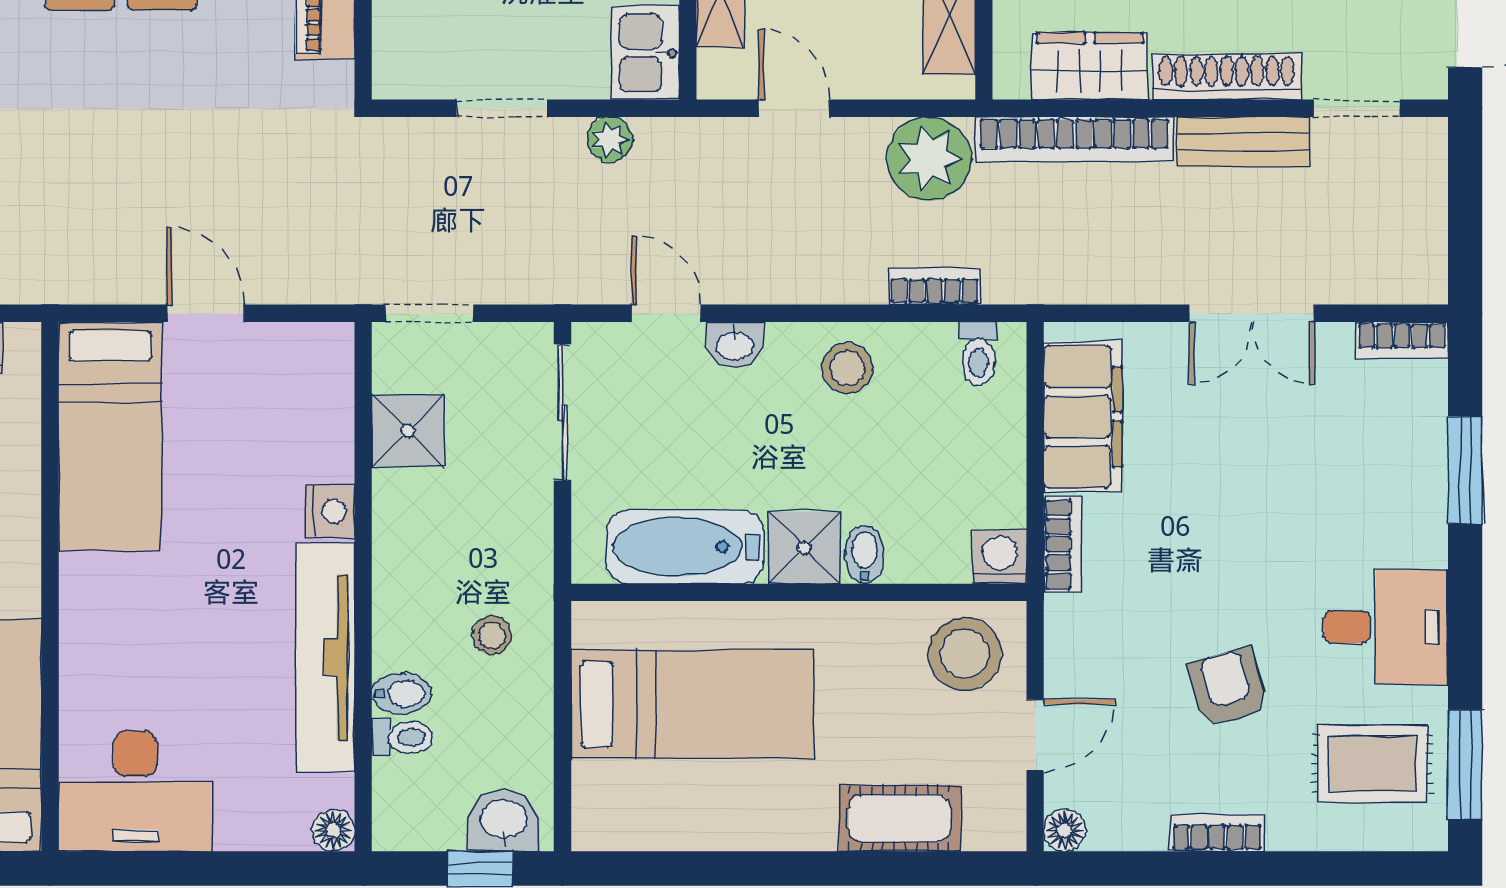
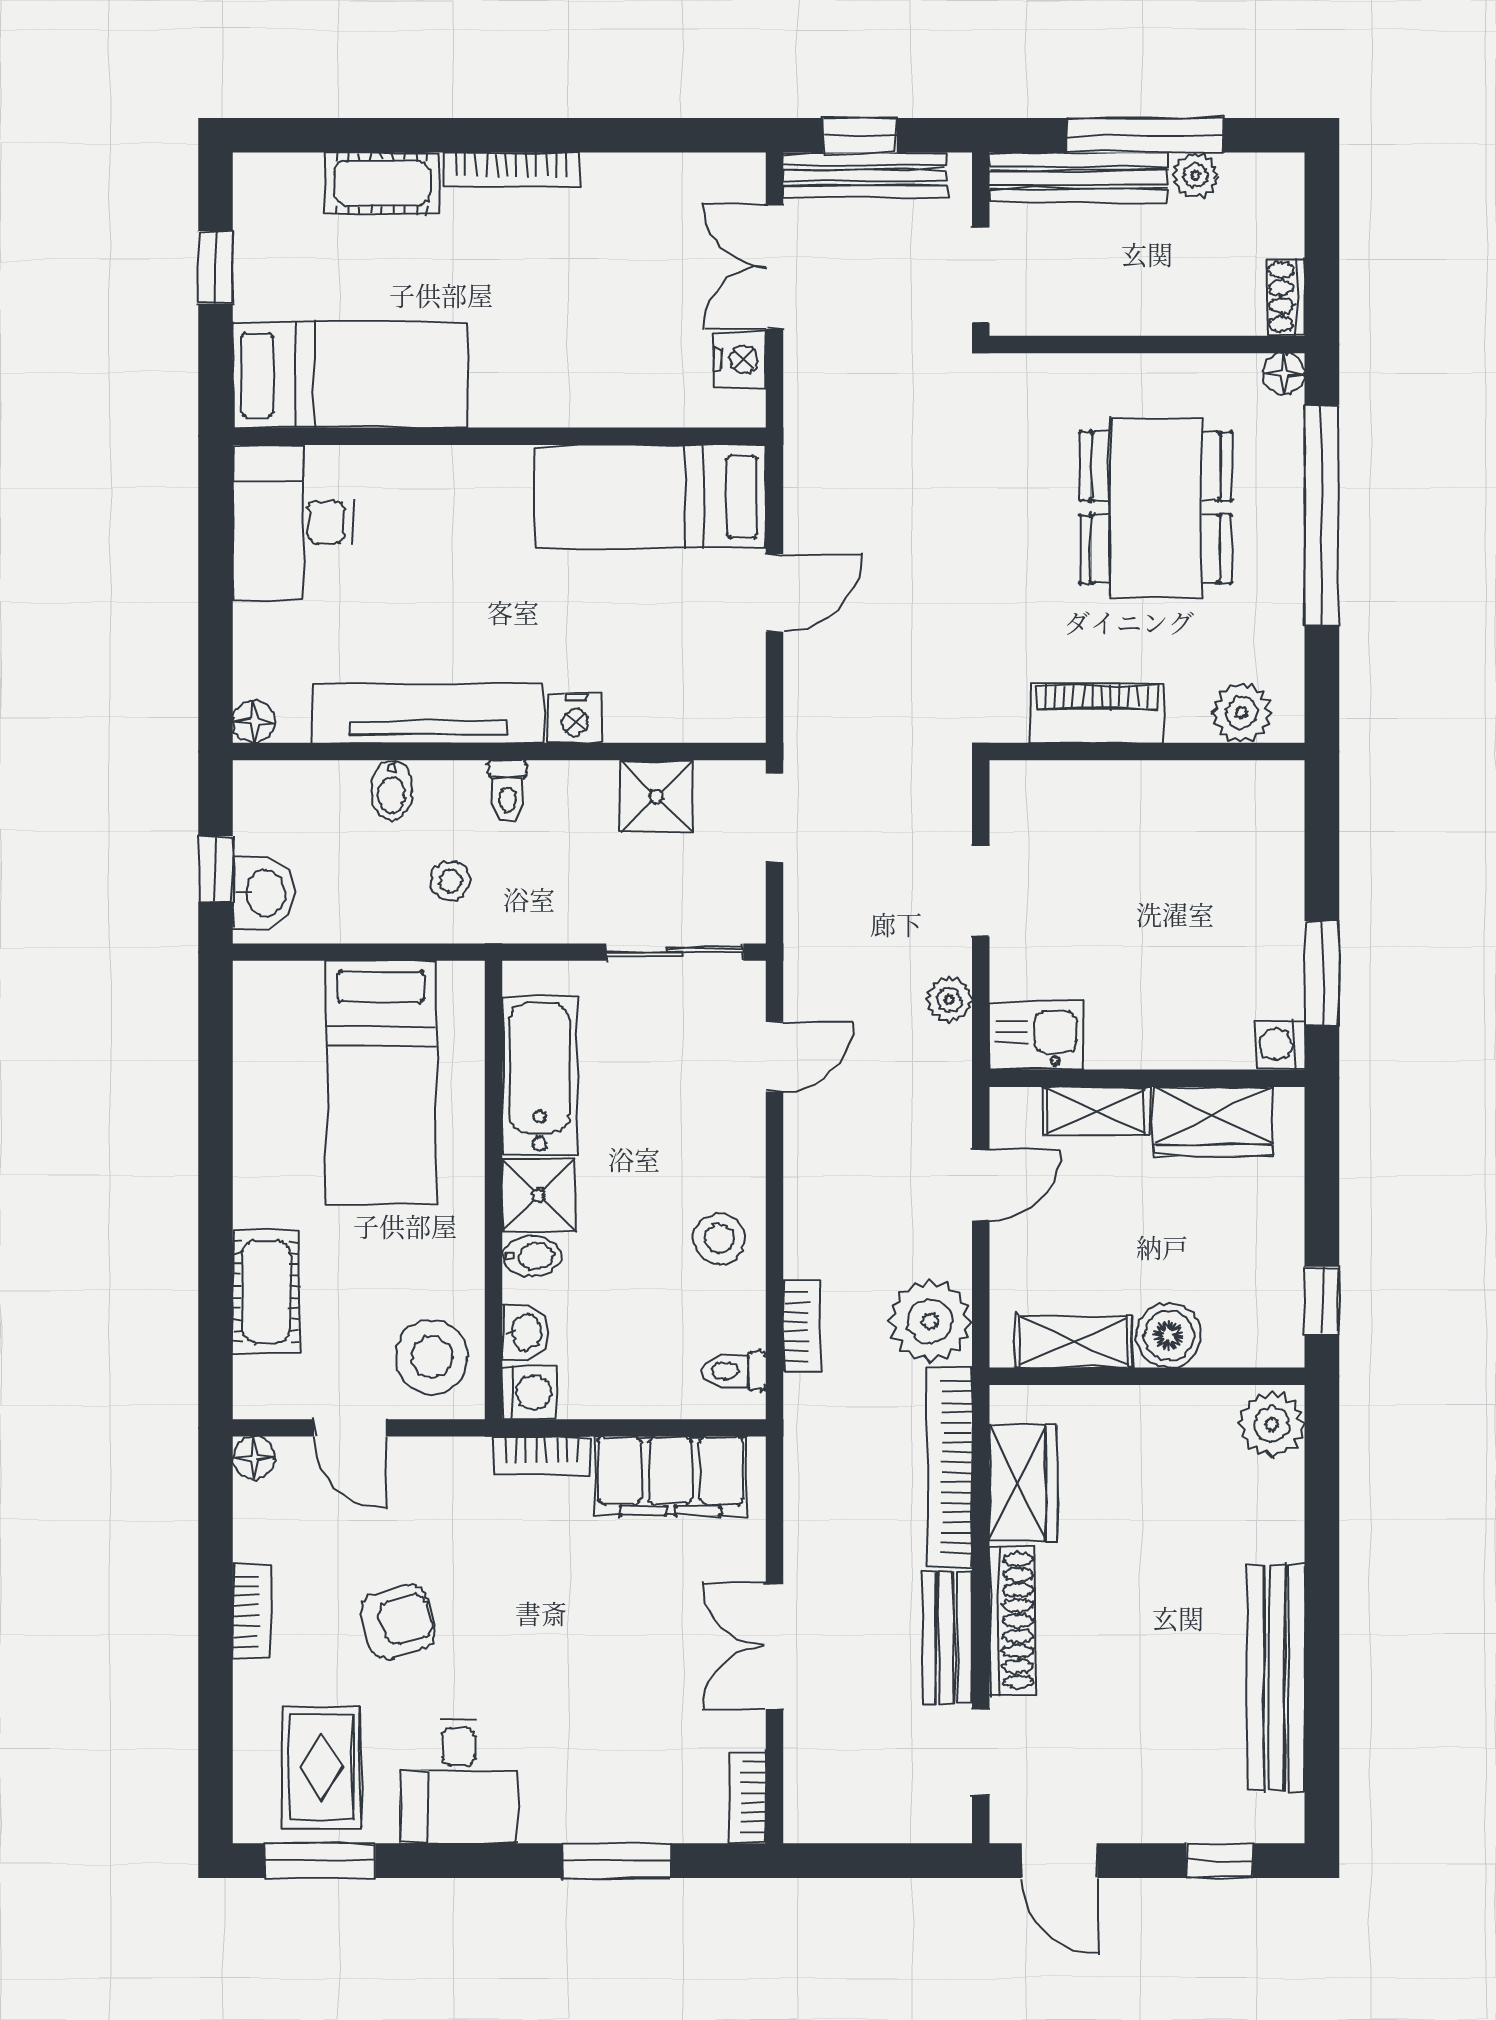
washbasin: (735, 345) -> (525, 1332), moved, turned 180
toilet: (403, 737) -> (507, 791), moved

